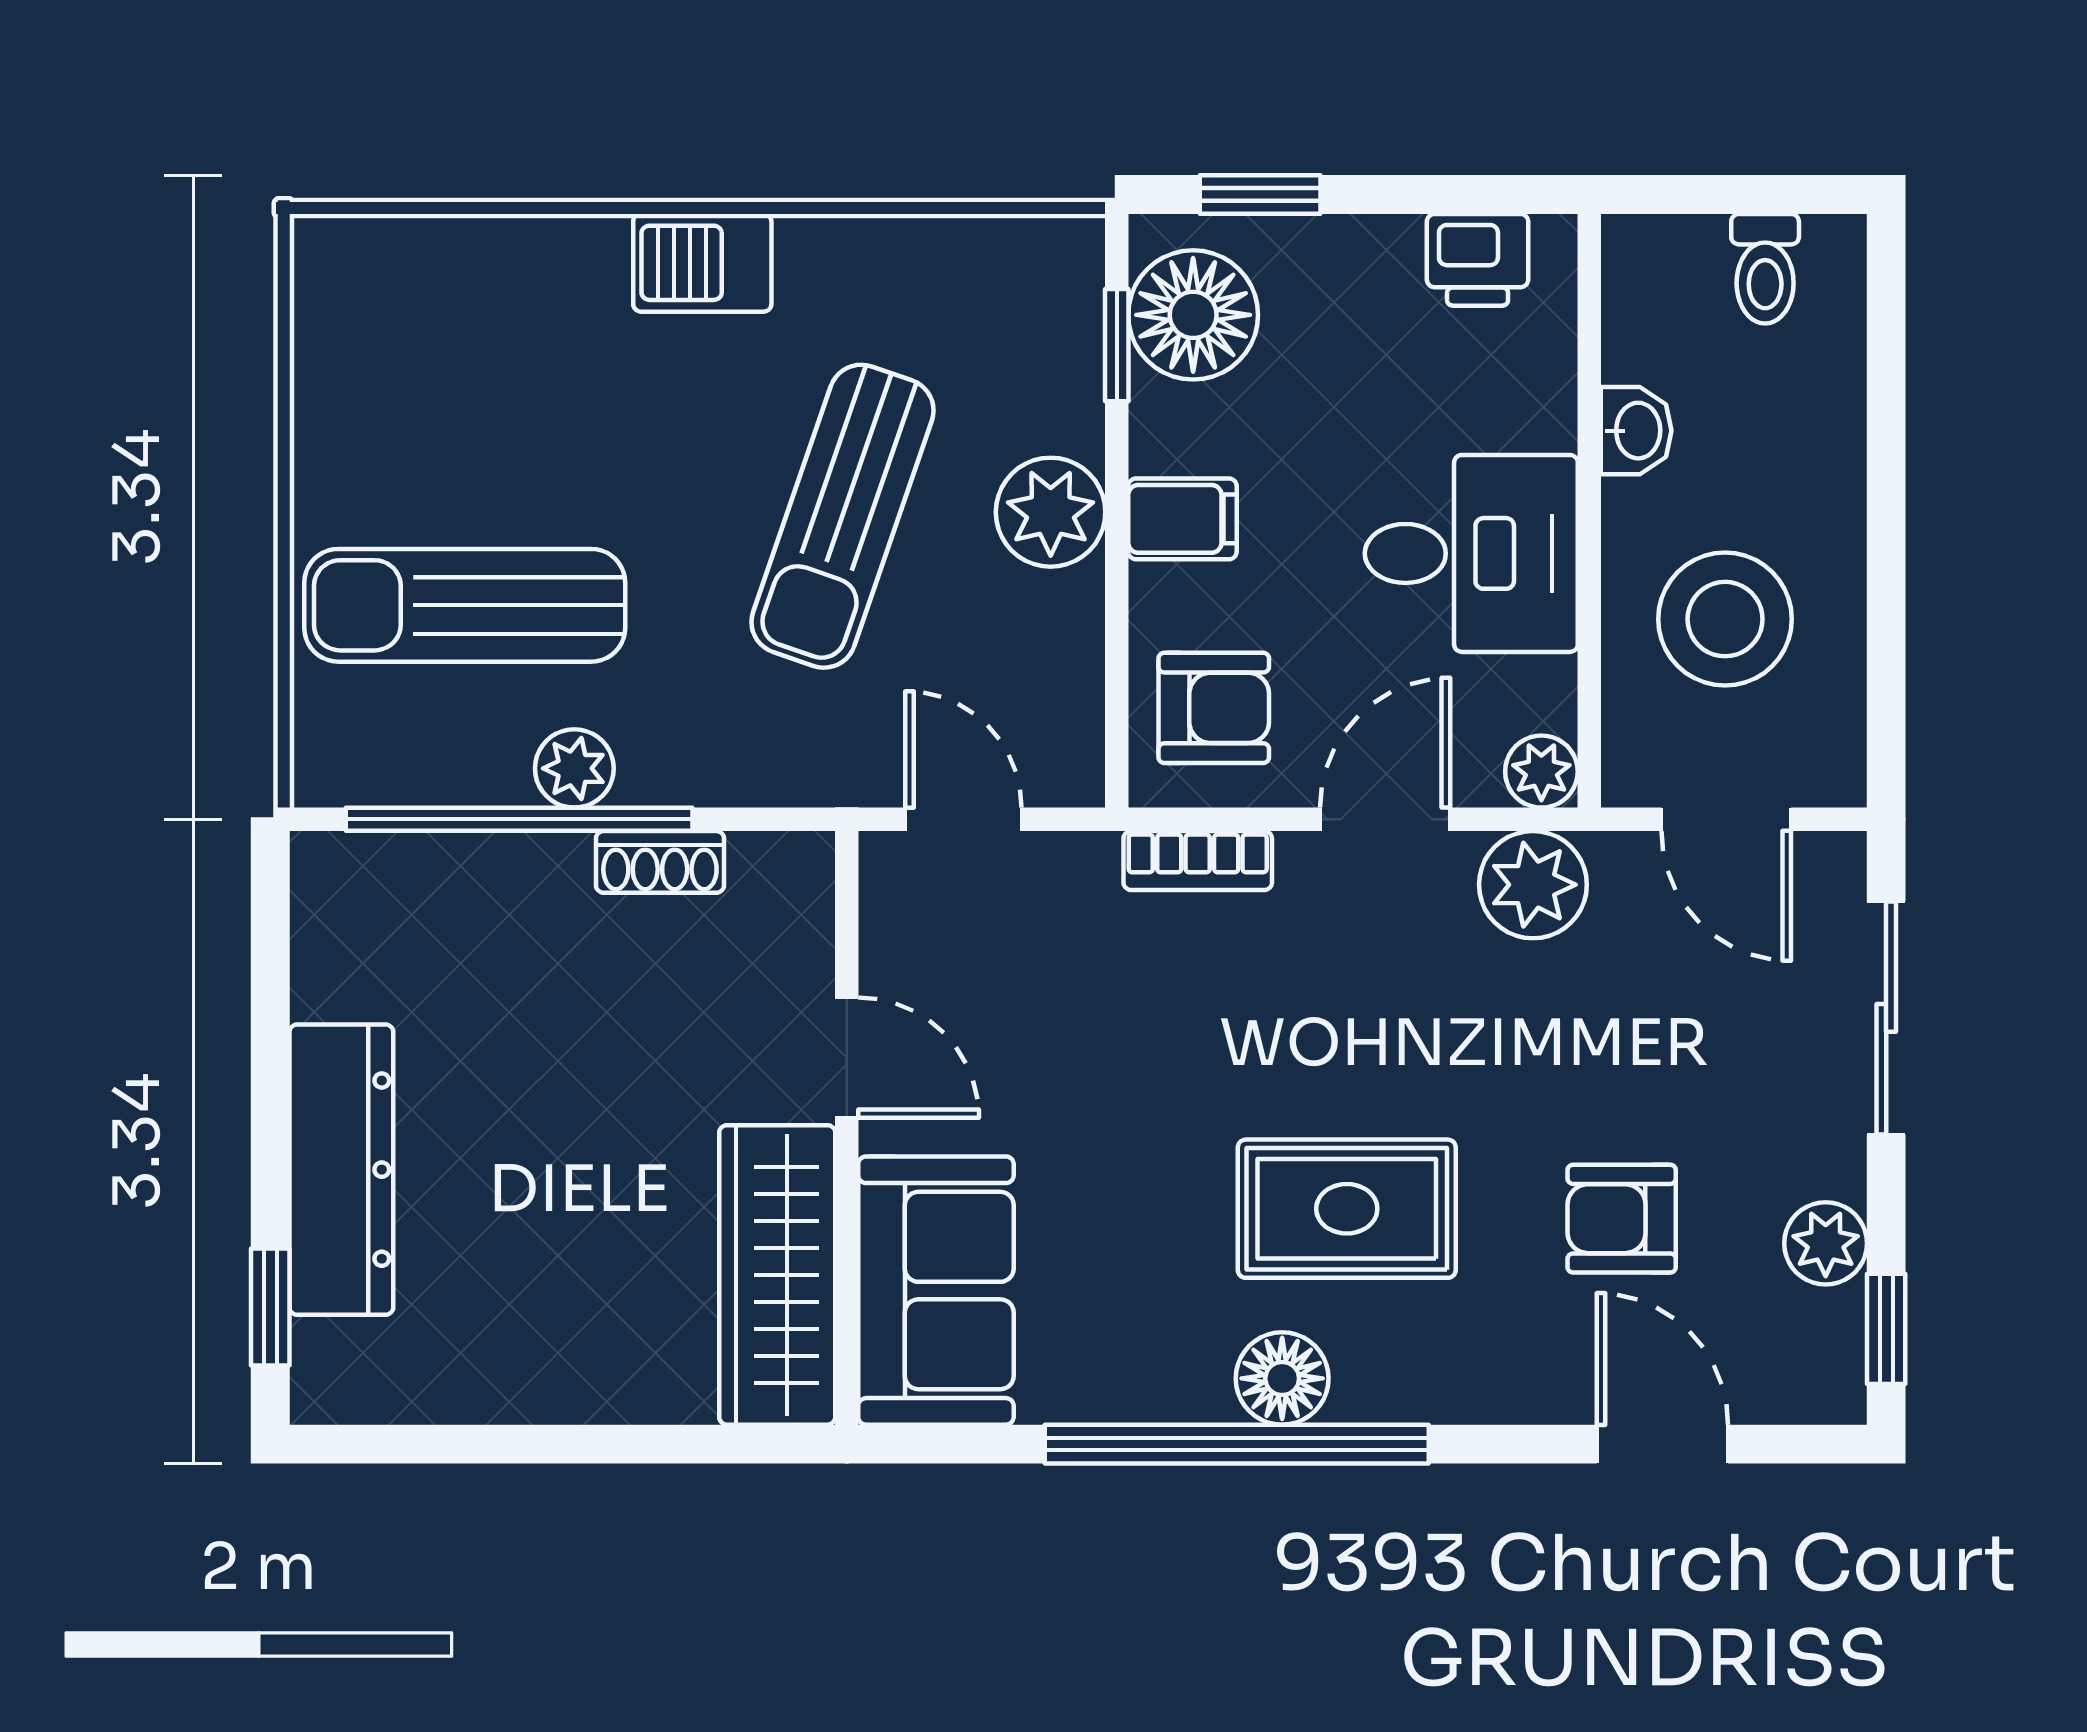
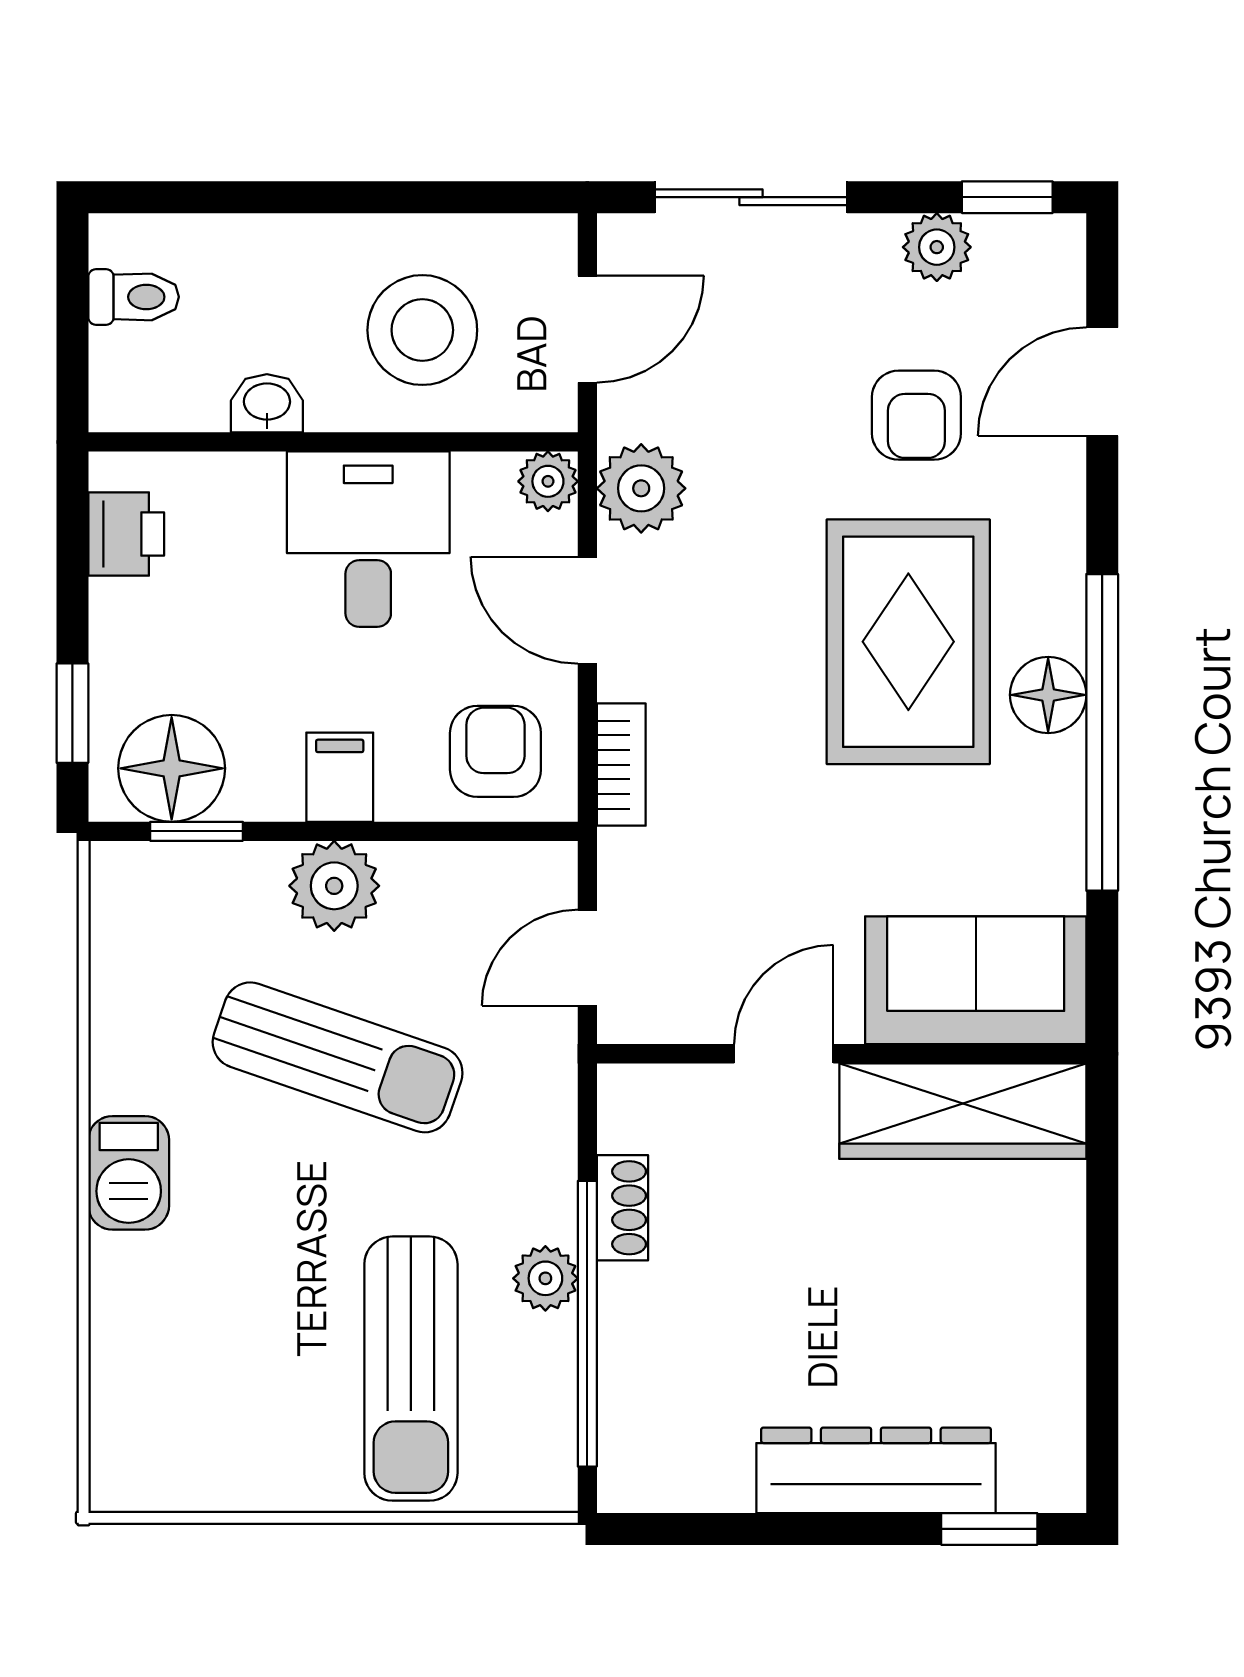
rug: (1347, 1209) -> (908, 642), width x1.36, depth x1.43

